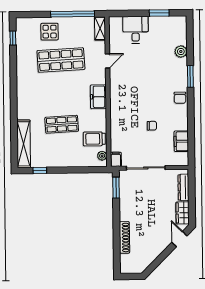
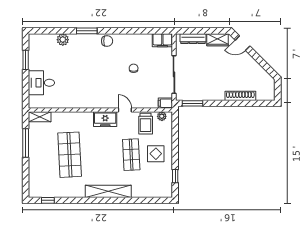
window: (73, 14) -> (26, 143), width x0.68
display table: (50, 32) -> (156, 154), moved
door: (107, 61) -> (125, 110), moved
filing cabinet: (181, 141) -> (162, 40), moved
shelving: (24, 144) -> (108, 191), moved

